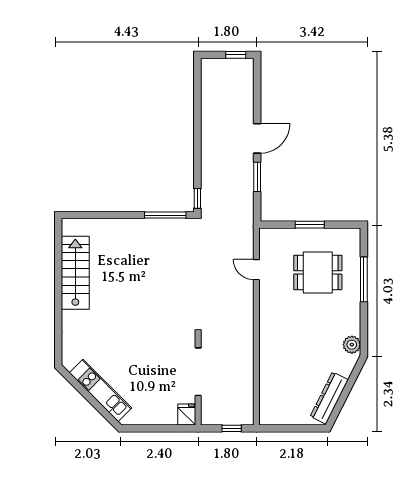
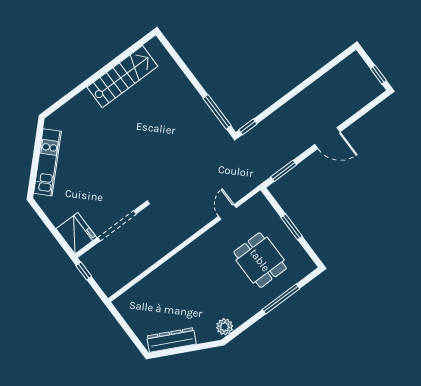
window: (257, 177) -> (284, 171), moved
fridge: (187, 415) -> (76, 233), width x1.88, depth x1.34
window: (232, 428) -> (84, 271), moved

